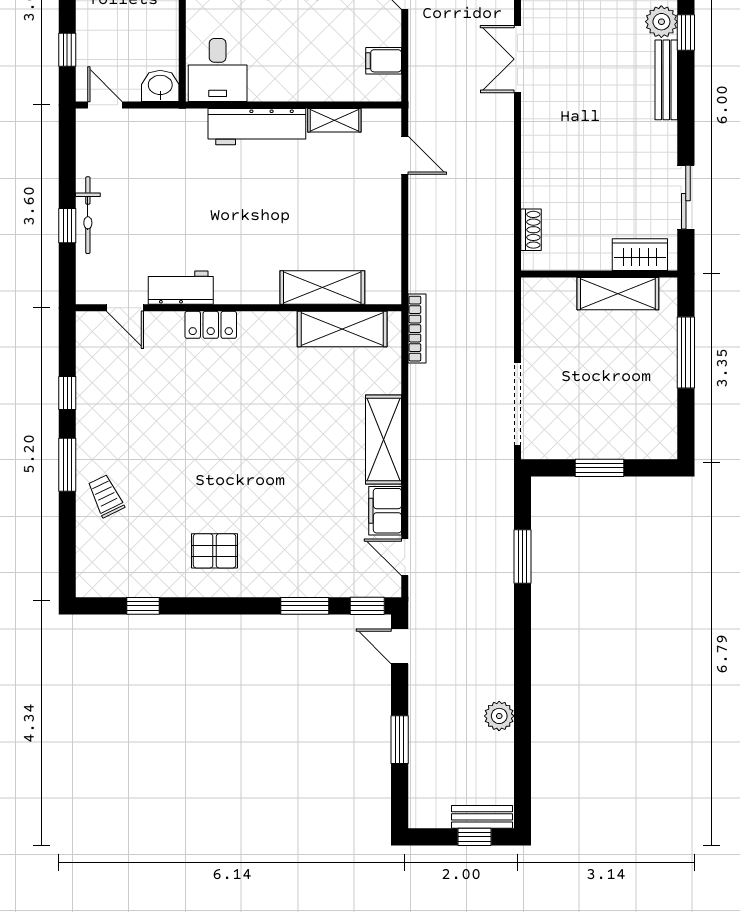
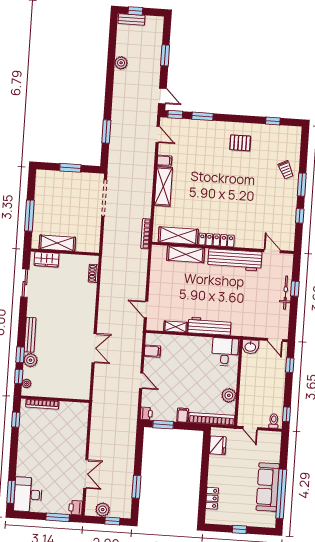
workbench: (181, 288) -> (235, 260), width x1.88, depth x1.32
locker: (211, 325) -> (216, 240), moved, width x1.53
filing cabinet: (385, 511) -> (164, 161), width x0.50

